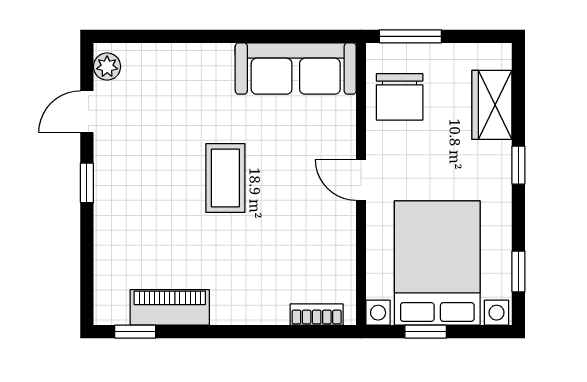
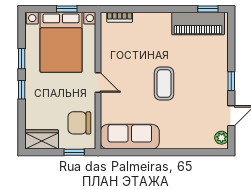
window: (410, 36) -> (74, 152), width x0.67
chair: (400, 97) -> (79, 123), turned -90
wardrobe: (492, 105) -> (42, 139), moved, turned -90
window: (518, 272) -> (22, 59), moved
piano: (170, 307) -> (198, 23), width x1.37, depth x1.33

